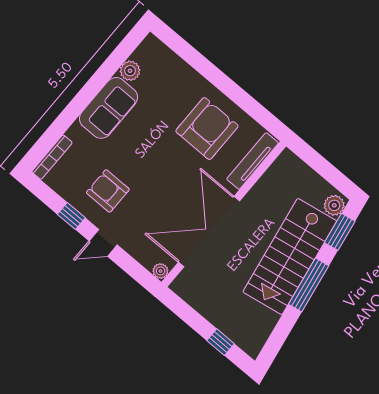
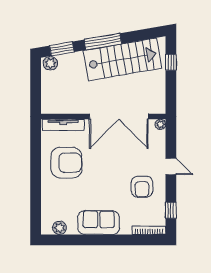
plant: (130, 71) -> (59, 228), moved
armchair: (207, 129) -> (66, 163), turned 180
window: (71, 216) -> (171, 210), moved
stairs: (290, 256) -> (122, 59), moved

